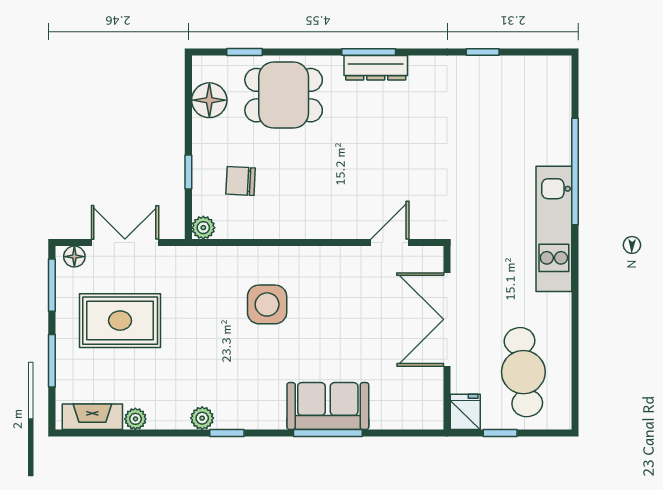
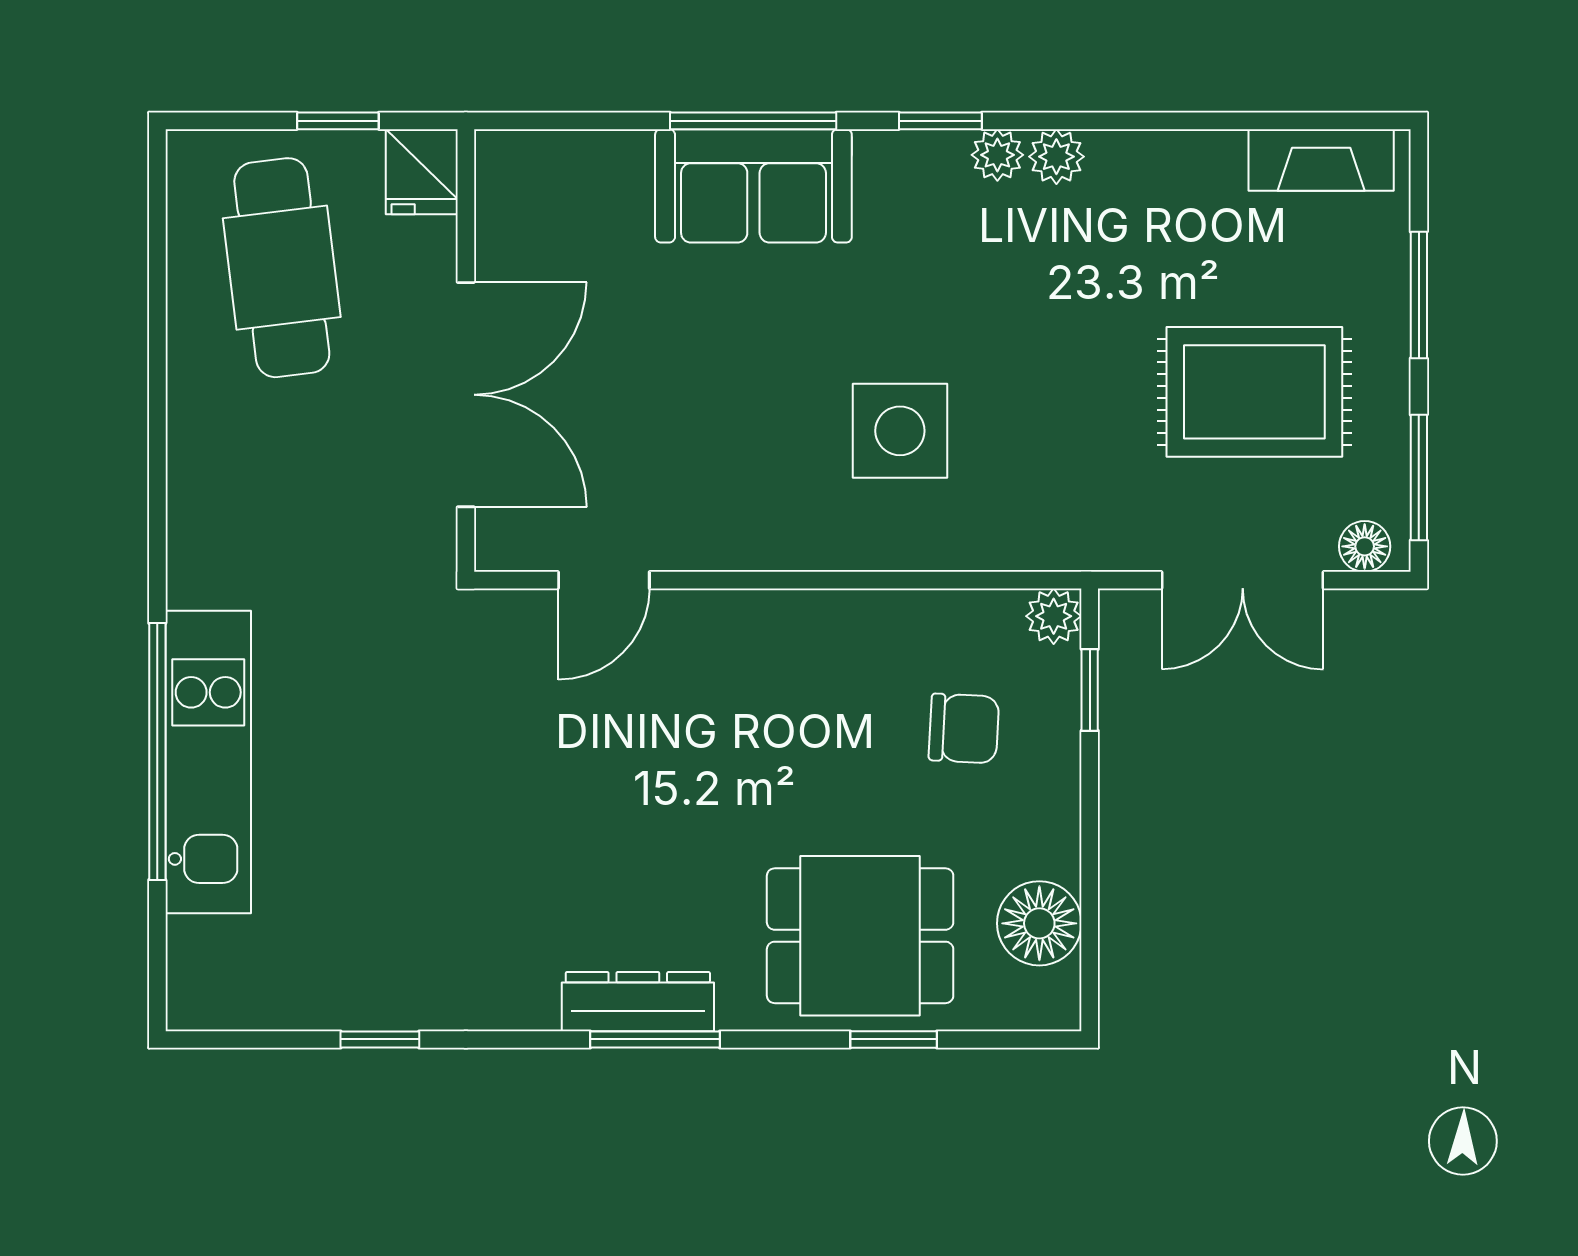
window: (244, 52) -> (894, 1039), moved
window: (188, 172) -> (1090, 690), moved
kitchen unit: (554, 229) -> (208, 762), moved
plant: (135, 419) -> (997, 155), moved
window: (227, 433) -> (940, 121), moved

